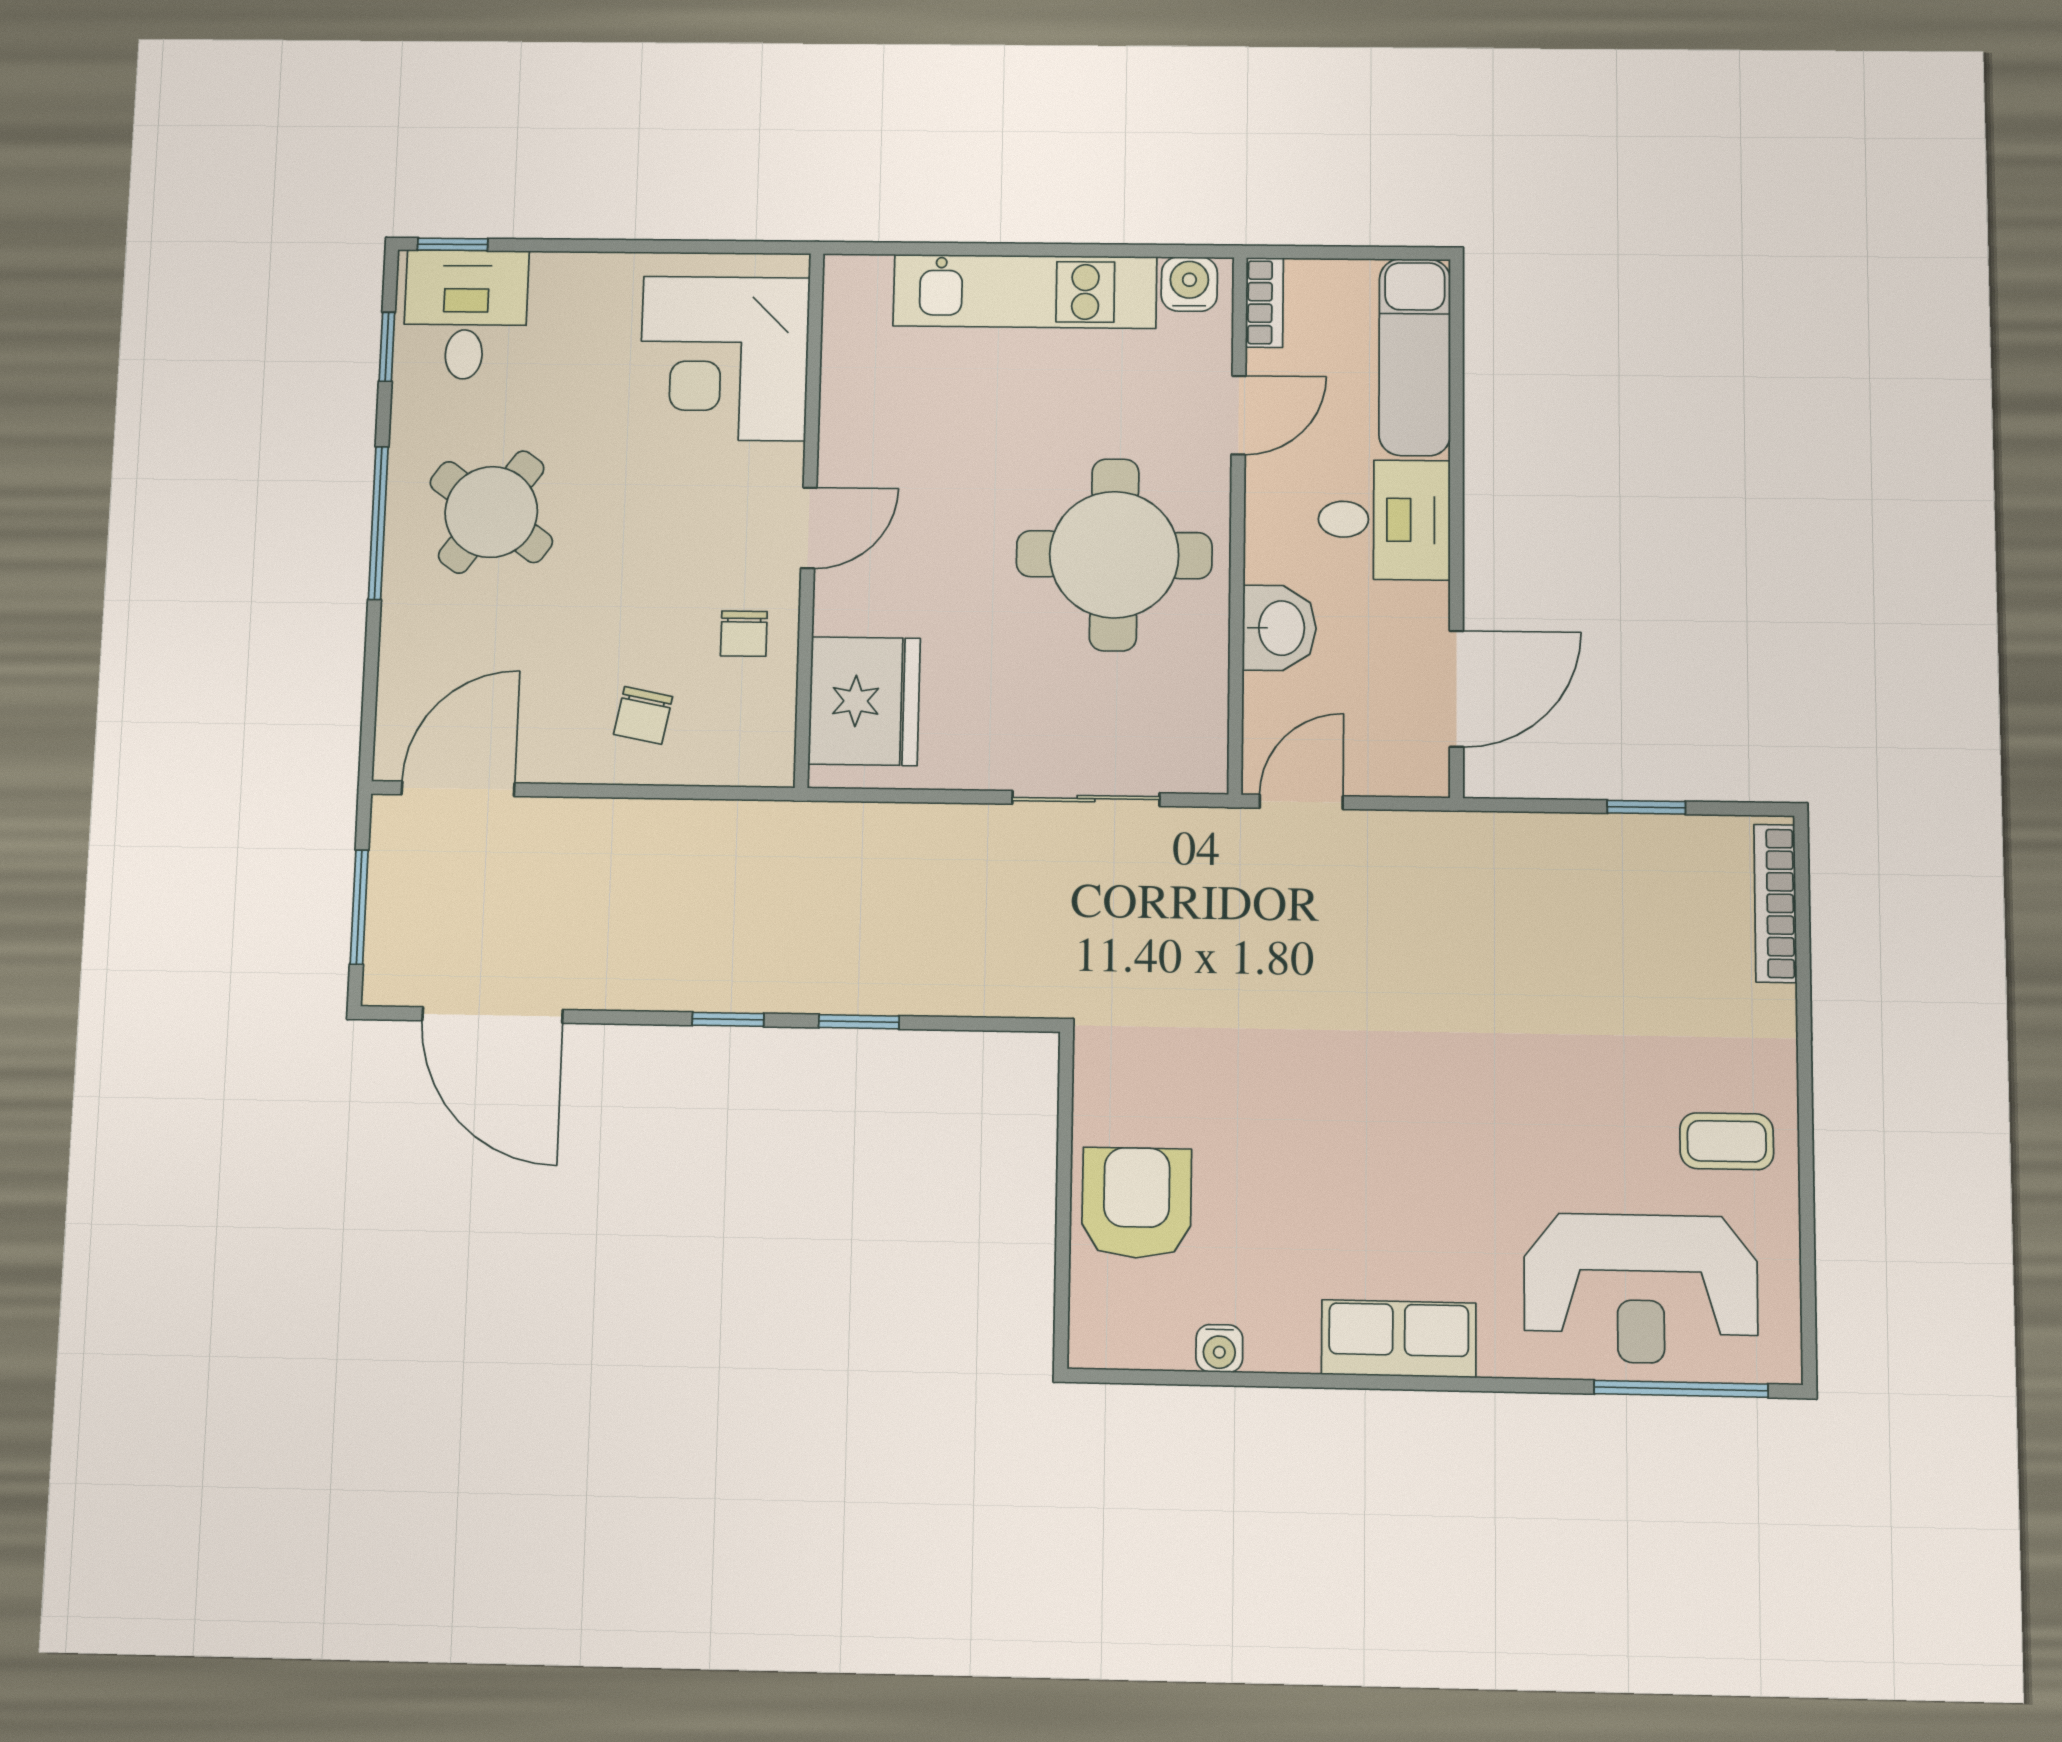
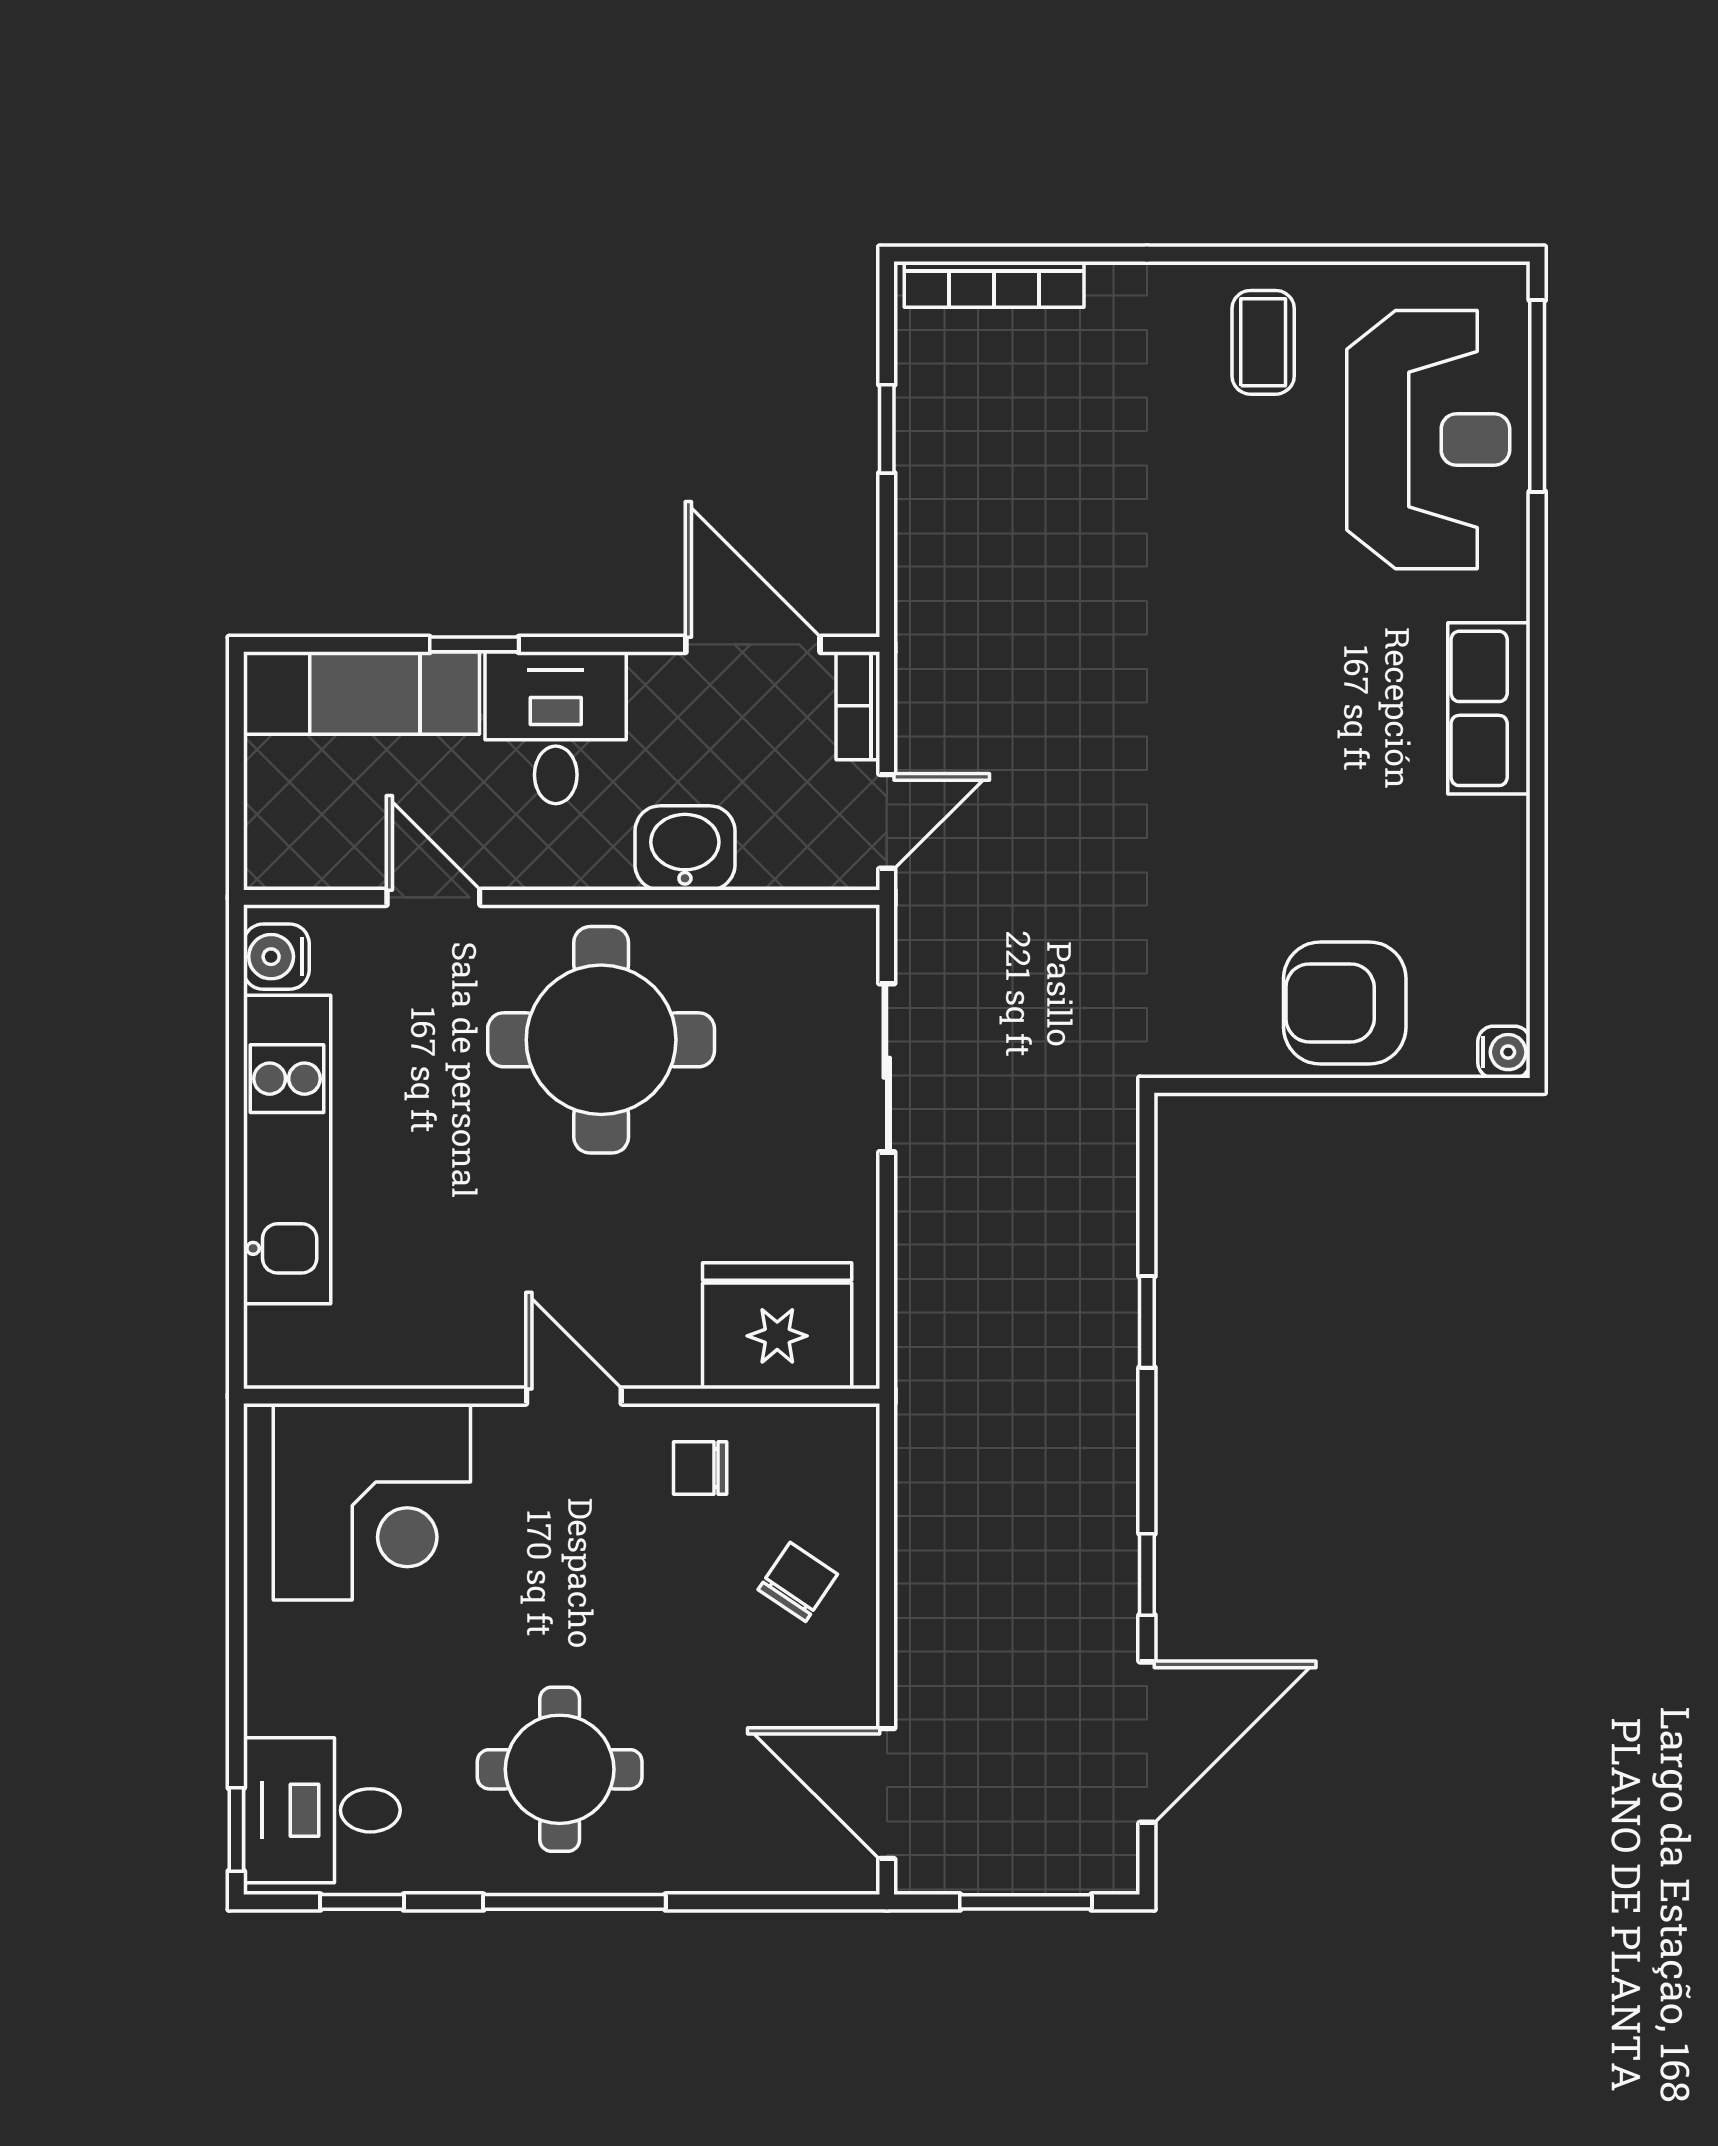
bookcase: (1264, 302) -> (858, 706), moved, turned -90
window: (1456, 452) -> (474, 644), added
round table: (491, 512) -> (560, 1769), turned -36
chair: (744, 634) -> (700, 1468), turned 180
chair: (643, 715) -> (798, 1582), turned -67
door: (1301, 802) -> (887, 821), swing flipped
window: (728, 1019) -> (1147, 1574), moved
water cooler: (1219, 1348) -> (1504, 1052), moved

